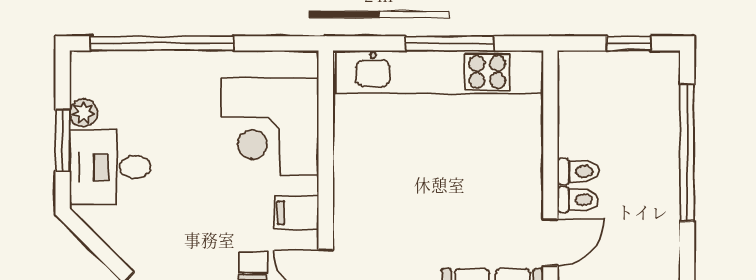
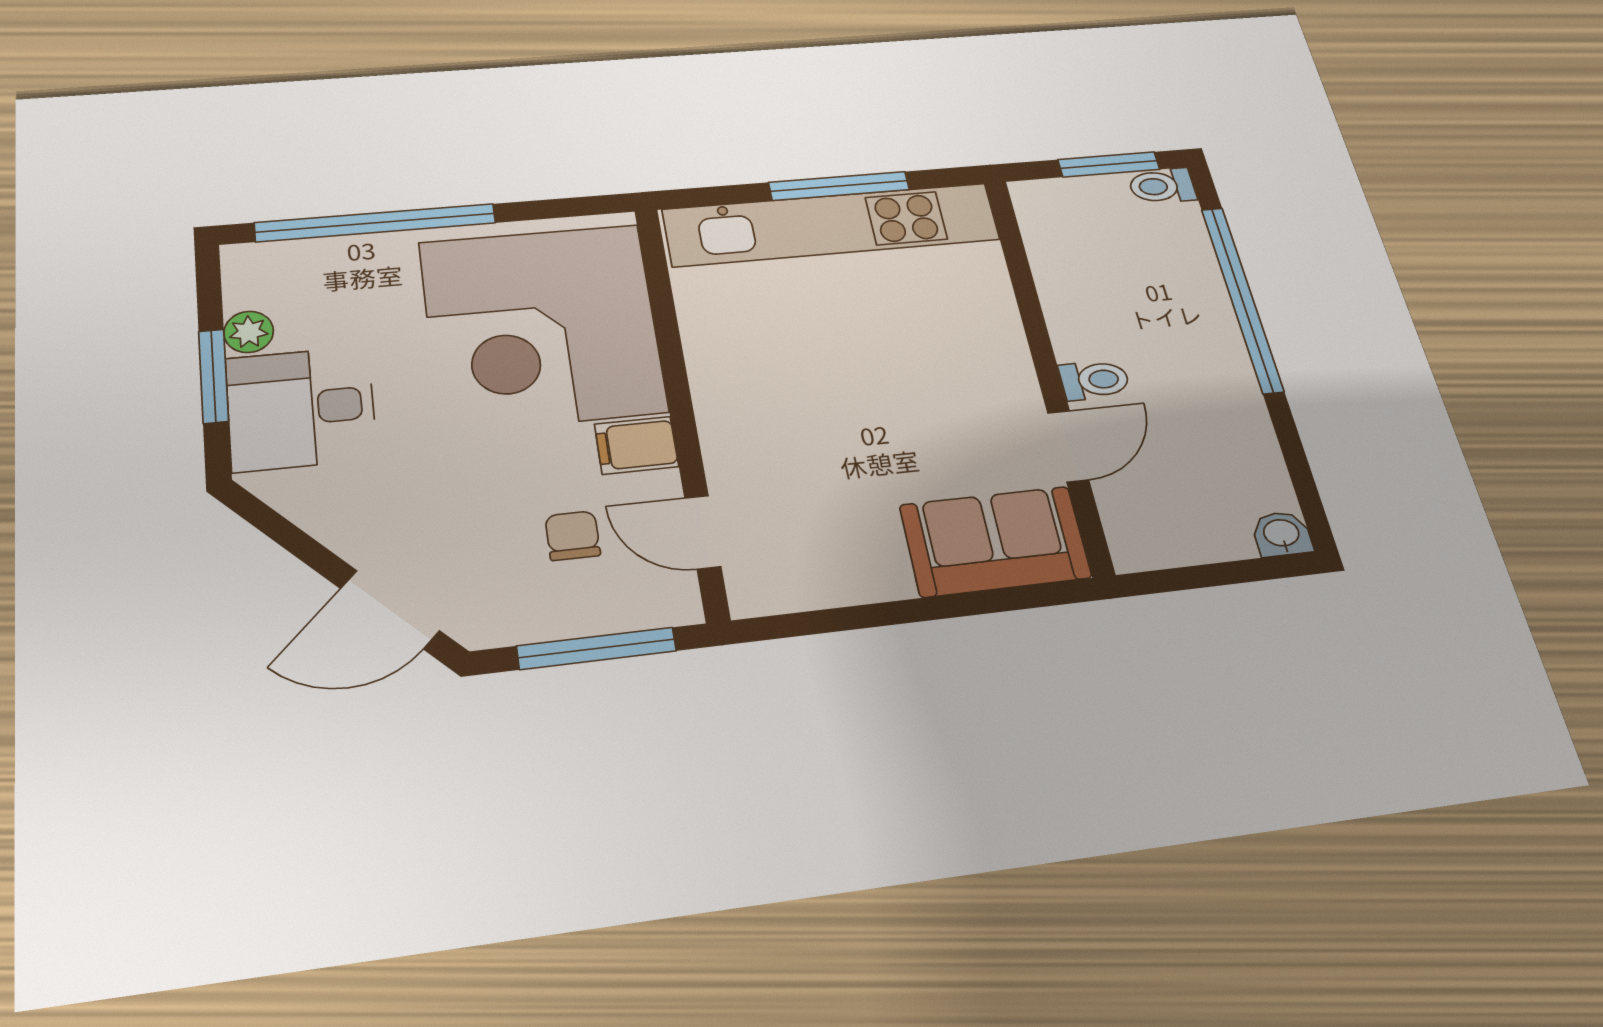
window: (628, 43) -> (1109, 165), width x1.50
corner desk: (270, 127) -> (542, 326), width x1.36, depth x1.36
toilet: (578, 171) -> (1162, 186), moved, turned 180

